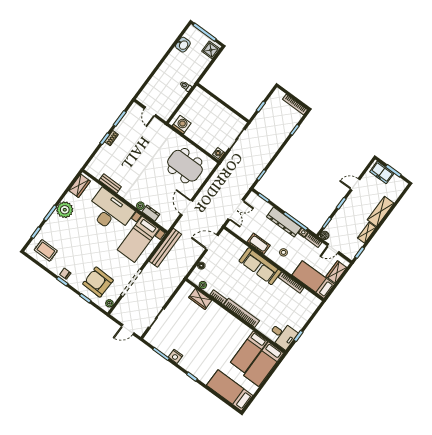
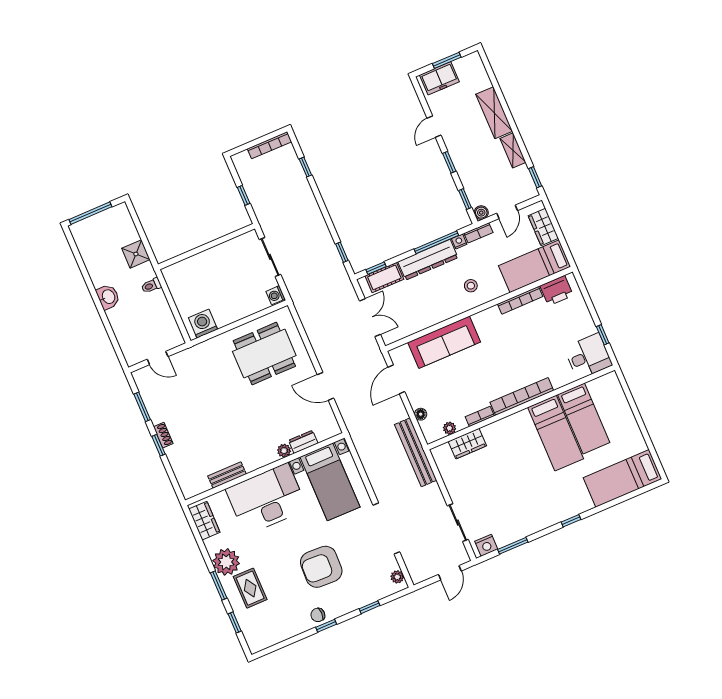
washbasin: (183, 45) -> (108, 297), moved
shower: (211, 50) -> (136, 254), moved
cot: (259, 244) -> (384, 277), moved
bench: (165, 248) -> (416, 452), moved
rug: (46, 250) -> (250, 588), moved, turned 90
sofa: (260, 266) -> (444, 342), moved
armchair: (98, 282) -> (321, 567), moved
printer: (307, 298) -> (557, 291), added
nightstand: (175, 356) -> (486, 545), moved
bed: (264, 364) -> (556, 433), moved

